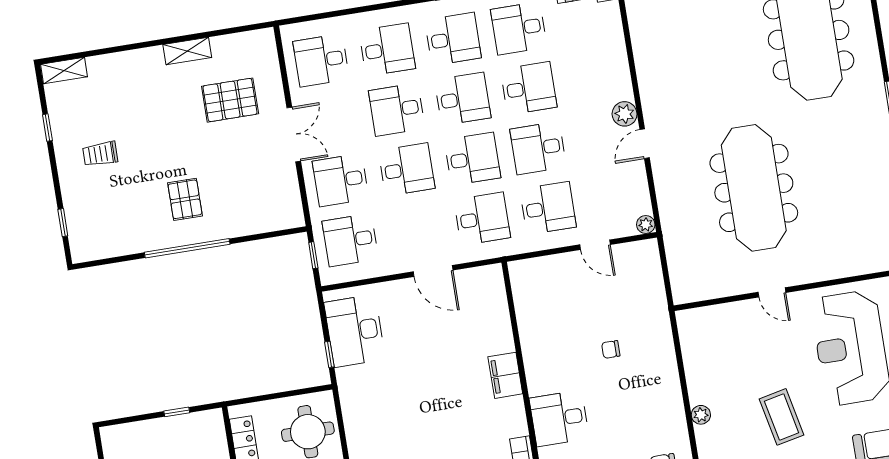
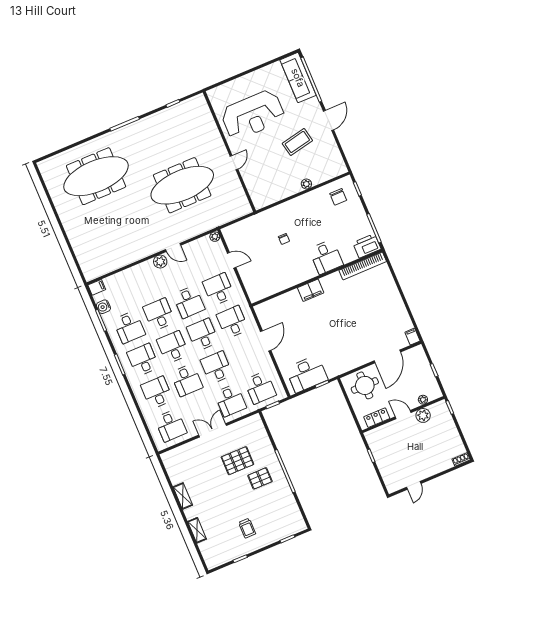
shelving: (64, 71) -> (197, 530), moved
pallet: (230, 100) -> (237, 461), moved, turned 90
door: (595, 245) -> (232, 260), hinge flipped

